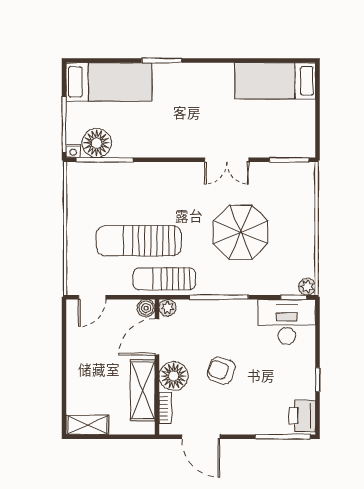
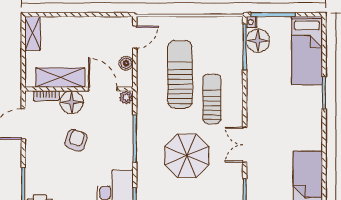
sun lounger: (164, 279) -> (212, 99), moved
door: (92, 297) -> (135, 37), swing flipped
boiler: (146, 308) -> (126, 63), moved

